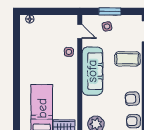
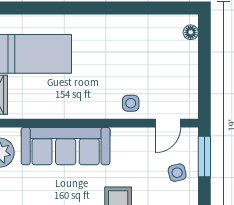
window: (110, 11) -> (204, 157), moved
sofa: (92, 71) -> (66, 146), moved

